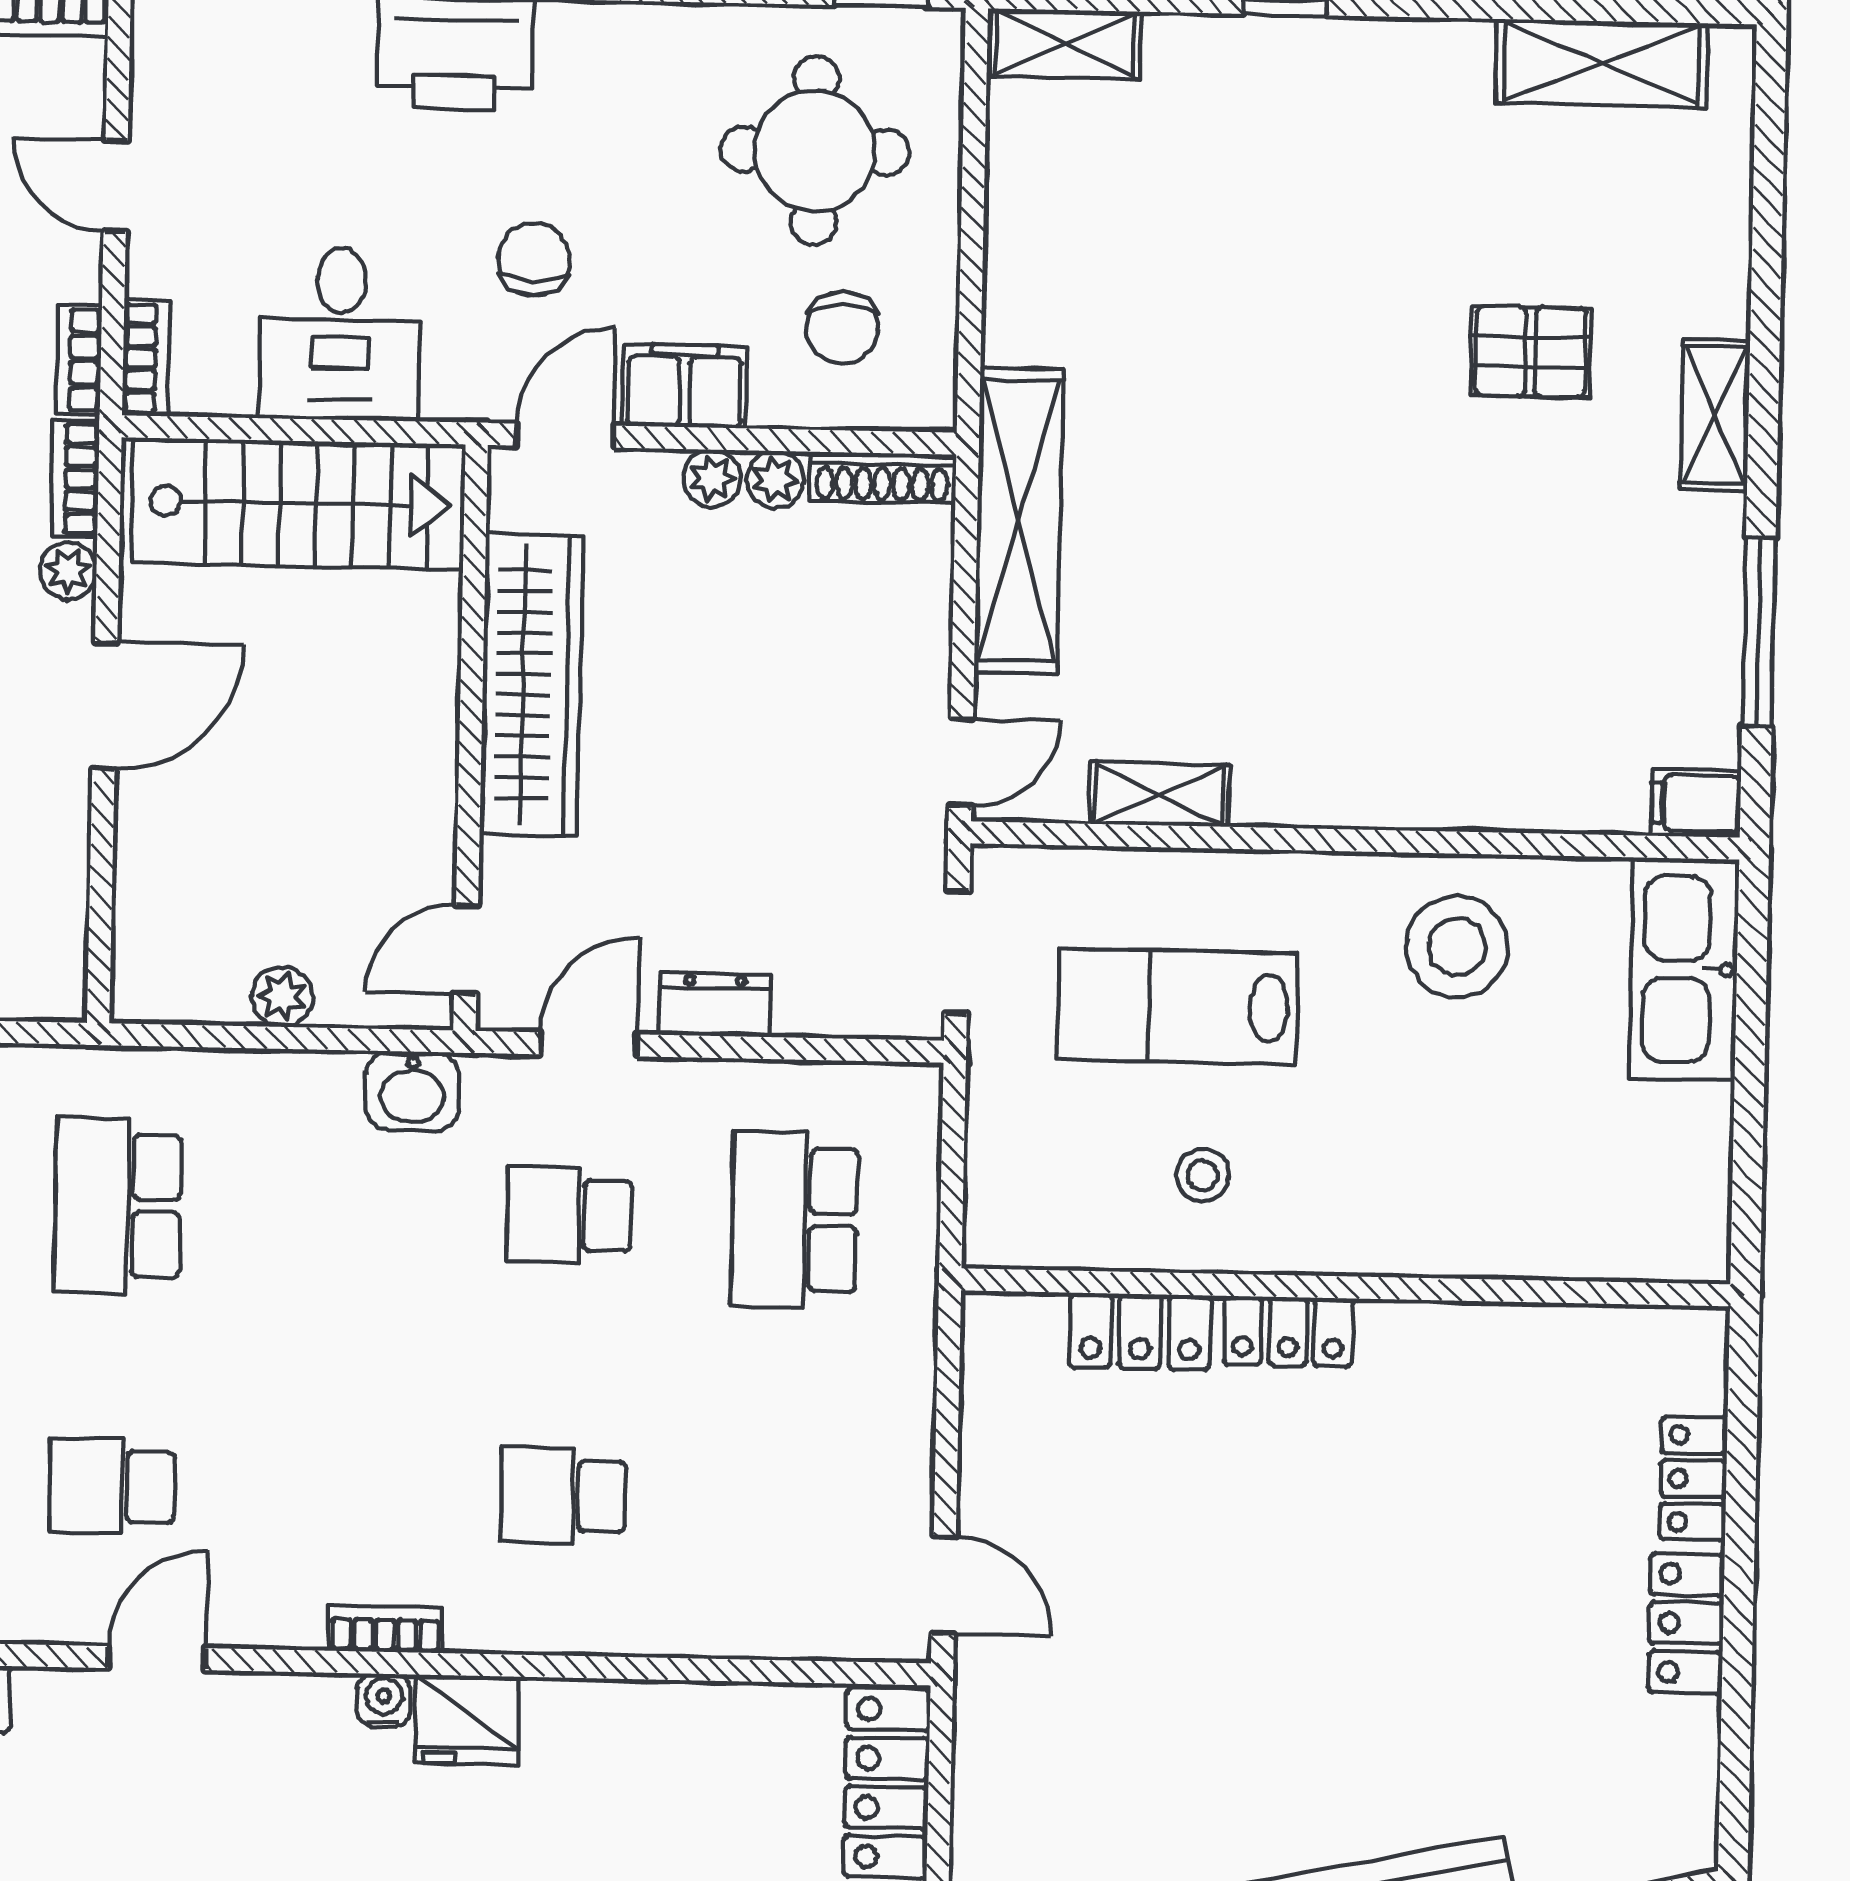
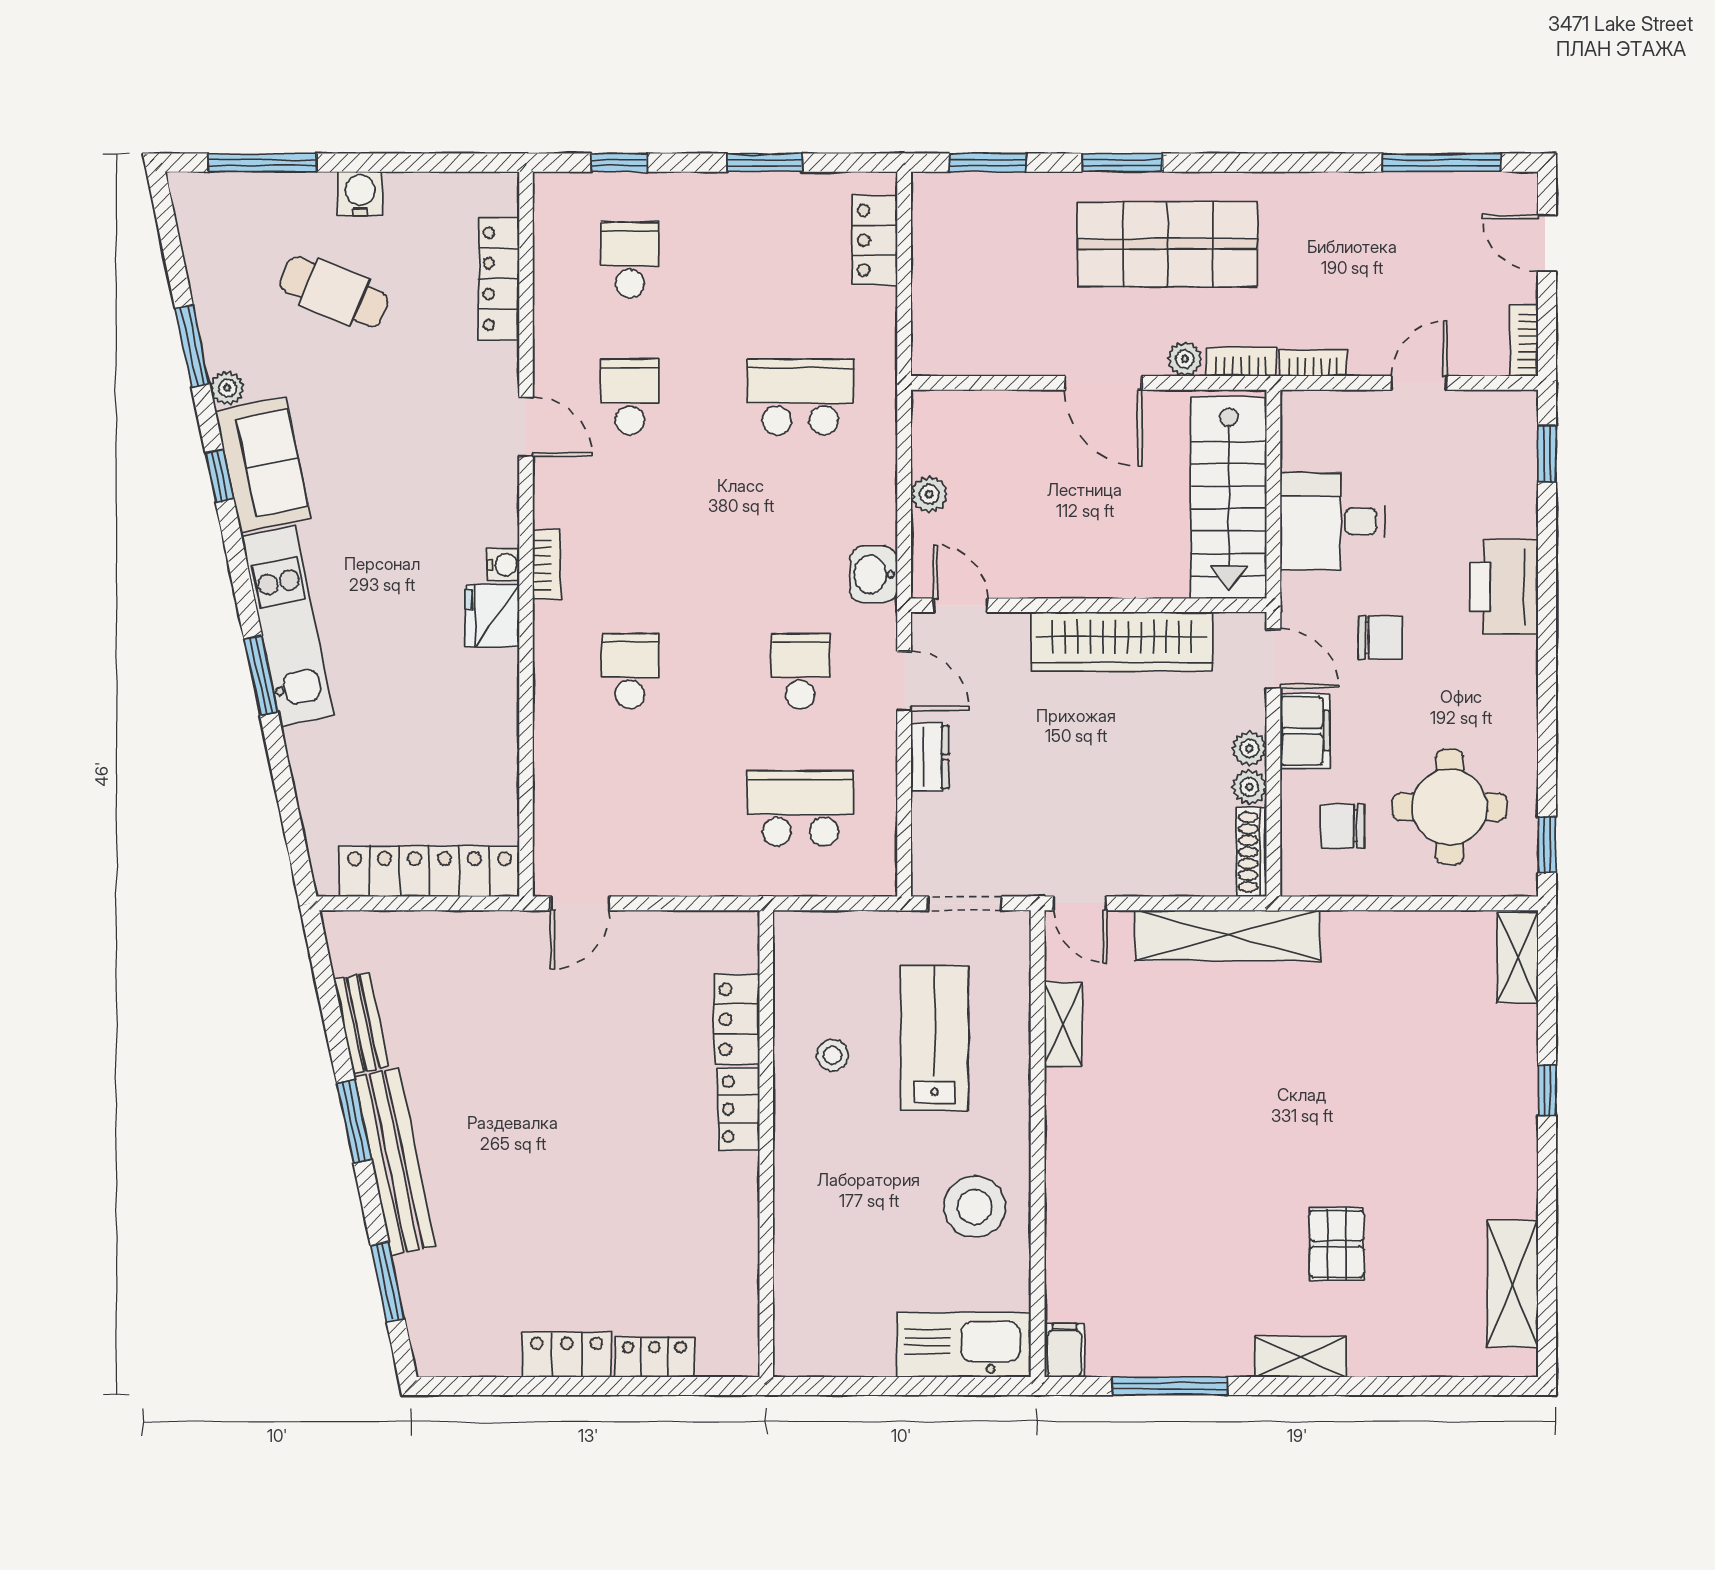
bookcase: (146, 358) -> (1315, 404), removed

